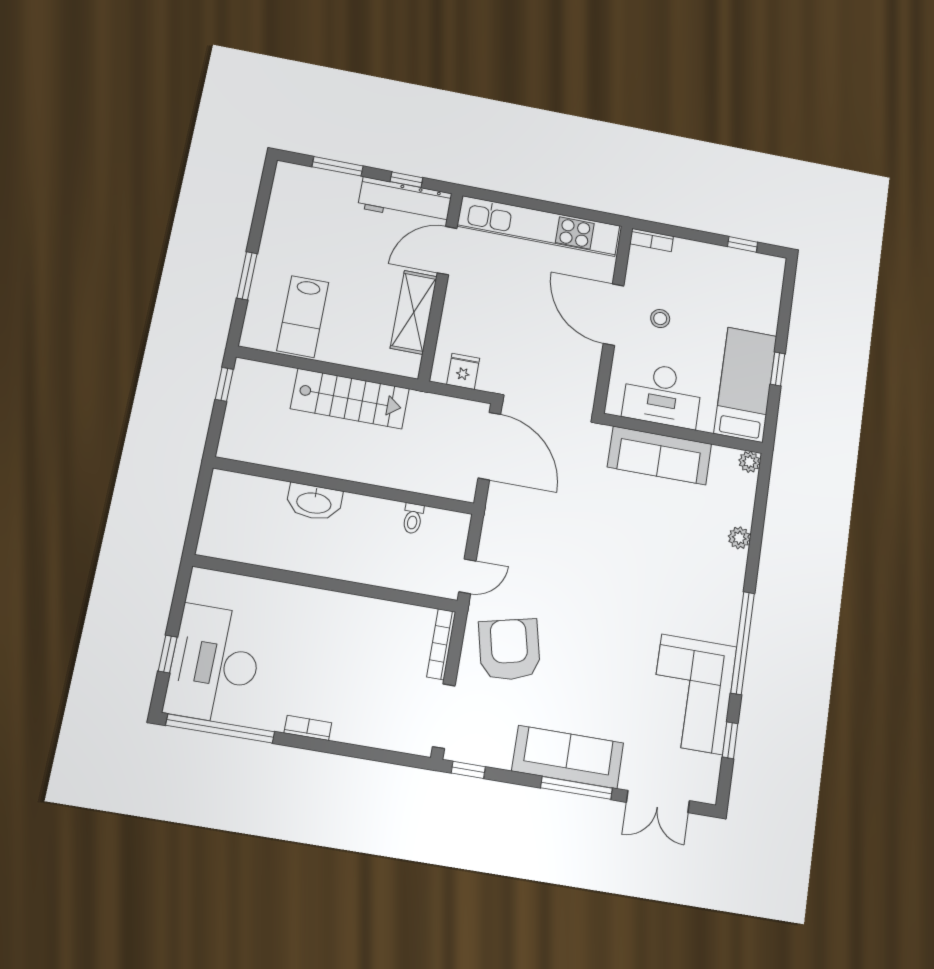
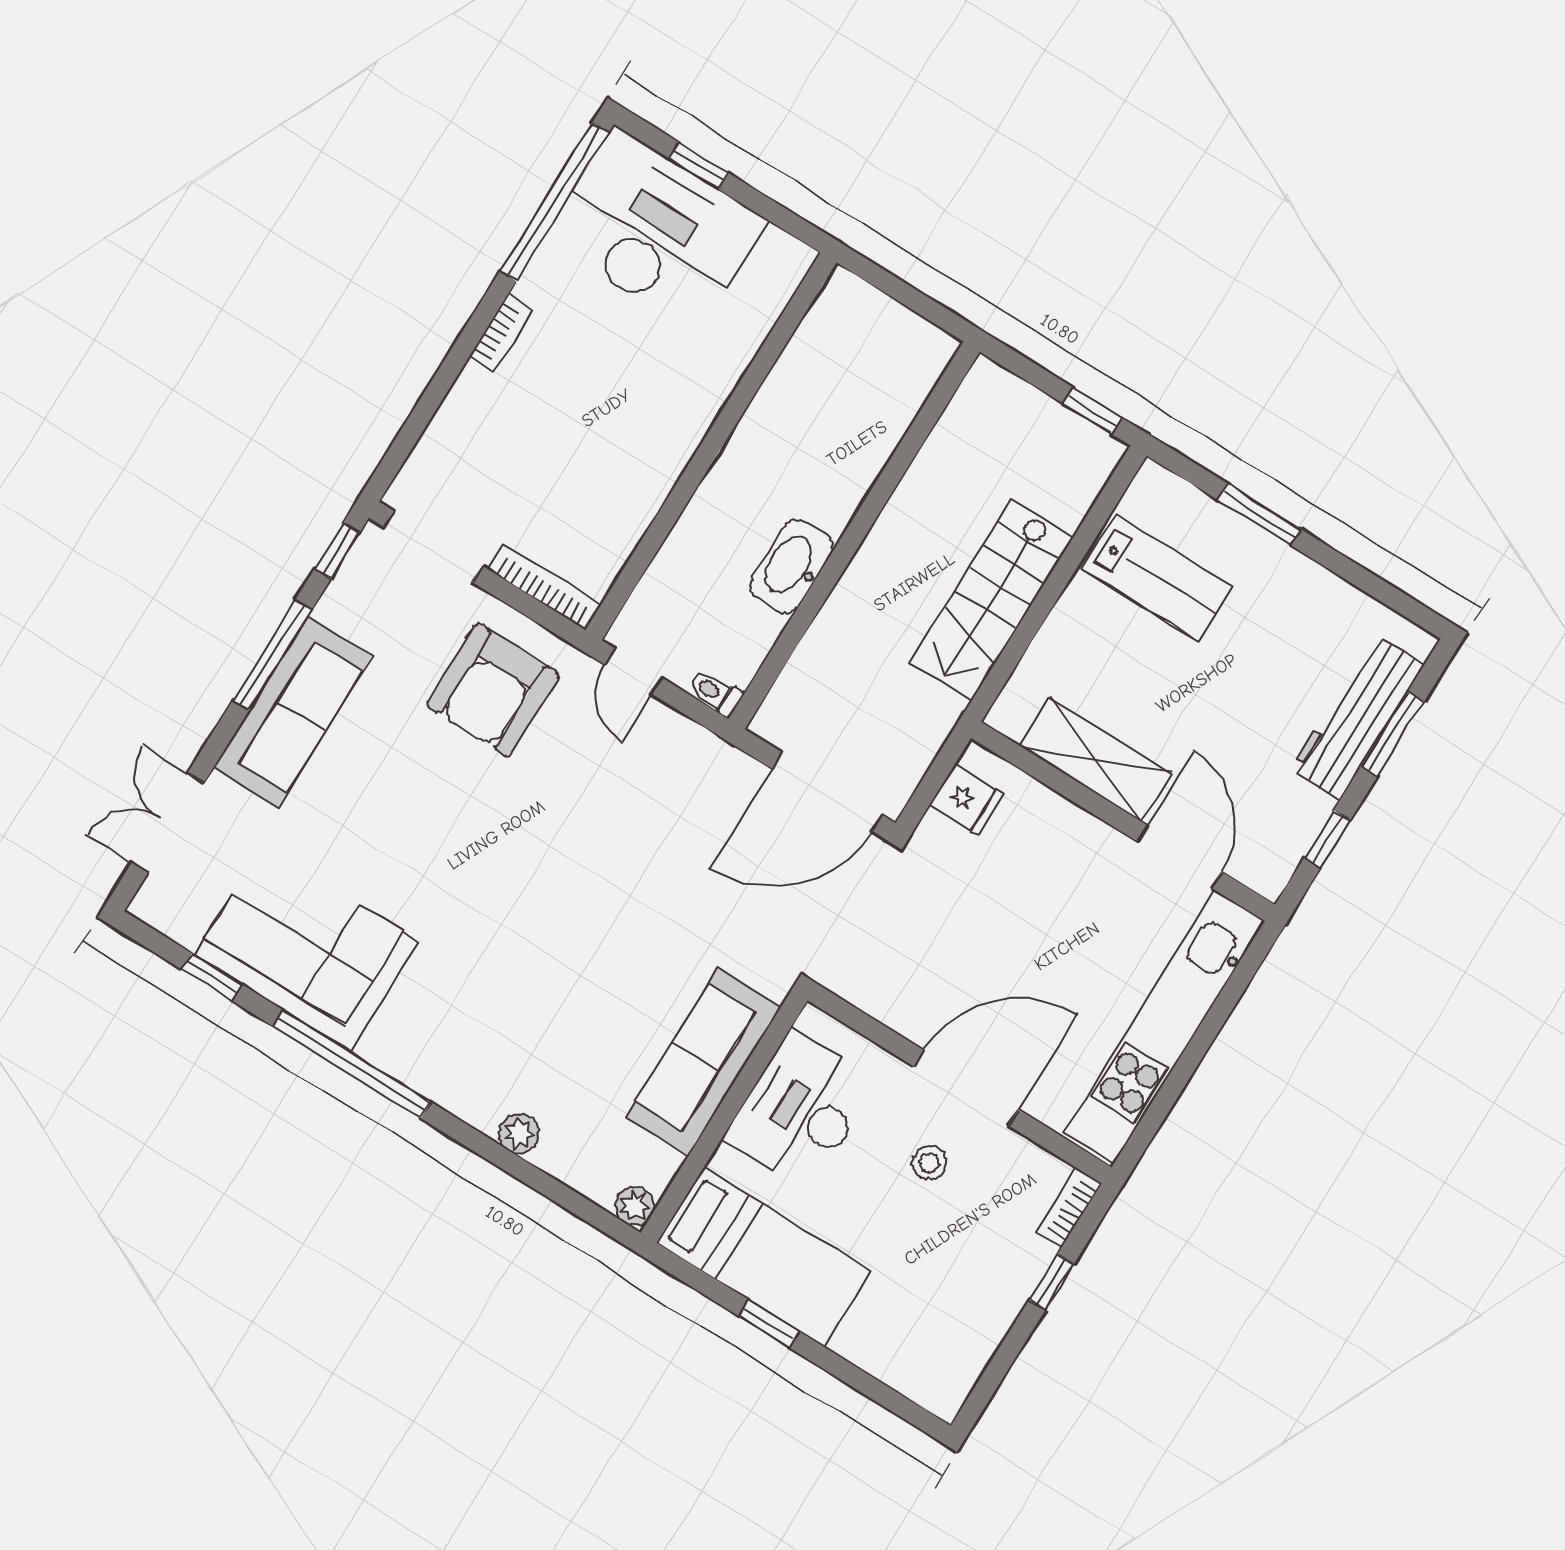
workbench: (405, 201) -> (1357, 717), moved
window: (743, 244) -> (1051, 1282), moved
lab bench: (303, 316) -> (1157, 578), turned 180
washbasin: (314, 502) -> (792, 566), moved
toilet: (413, 518) -> (715, 693), moved
armchair: (509, 650) -> (493, 690), turned 103
window: (576, 788) -> (272, 655), moved

